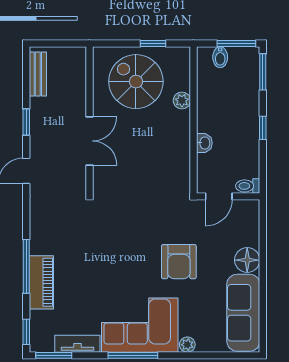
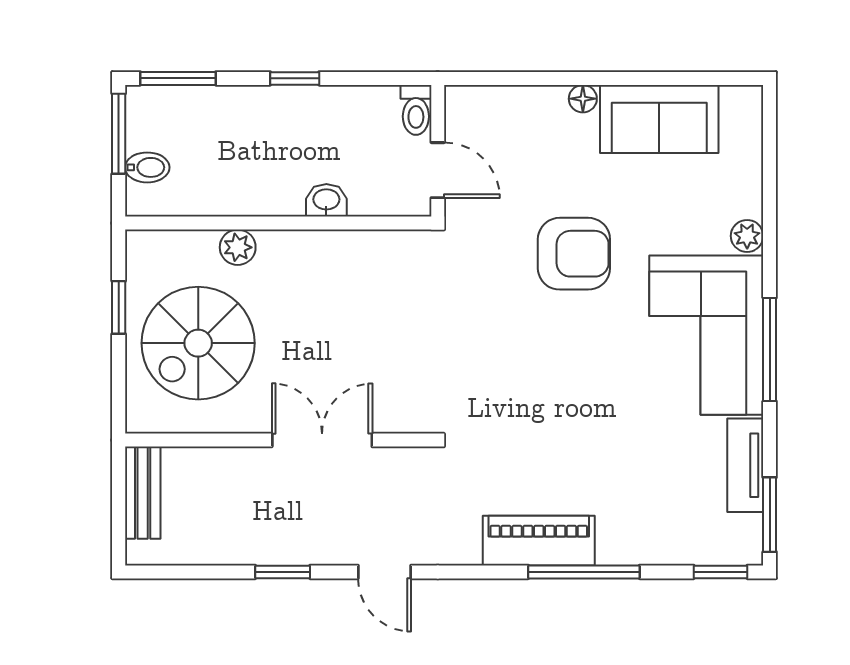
bench: (38, 74) -> (143, 493), moved, turned 90
floor lamp: (247, 260) -> (583, 99), width x0.53, depth x0.53
piano: (41, 282) -> (539, 541), moved
sofa: (243, 313) -> (659, 119), width x0.73

